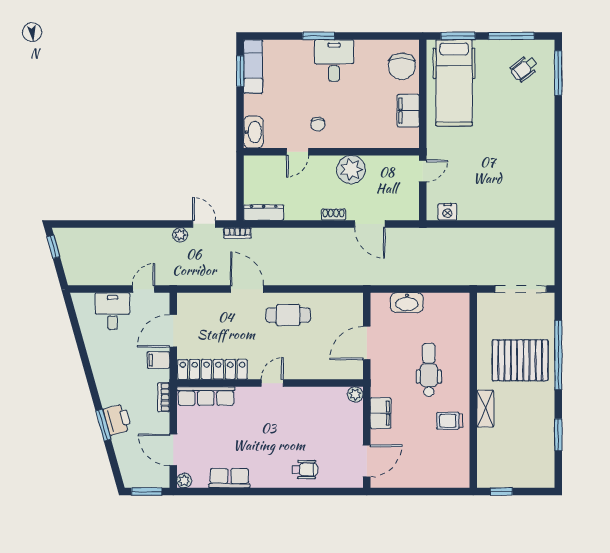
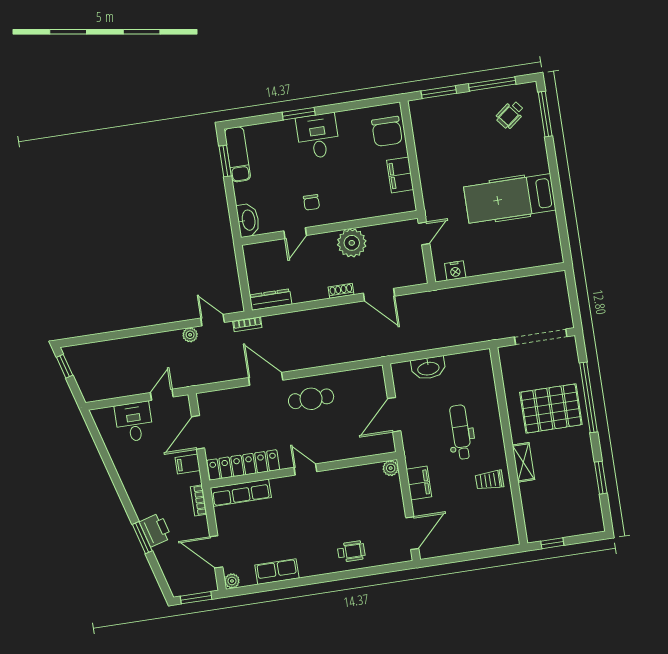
hospital bed: (454, 83) -> (510, 198), moved, turned 90
door: (272, 383) -> (305, 469), hinge flipped

